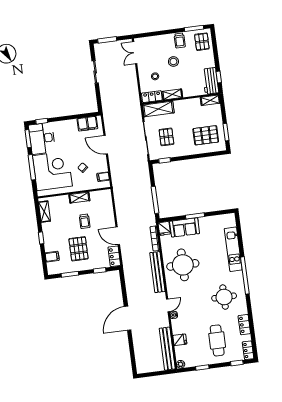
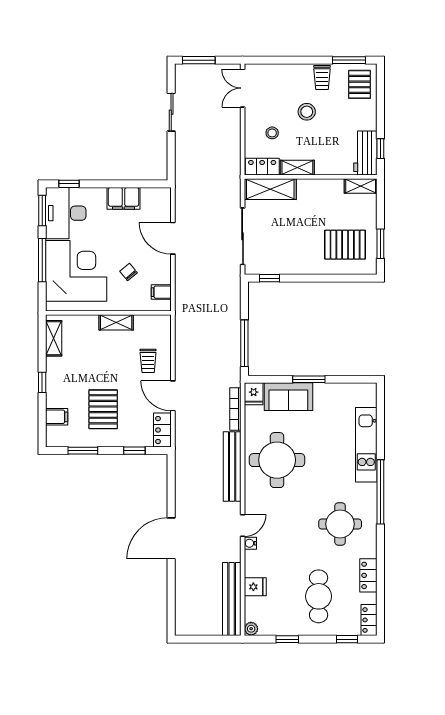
filing cabinet: (87, 124) -> (124, 198), moved
pallet: (166, 137) -> (278, 239), removed
trolley: (85, 221) -> (148, 361), moved

